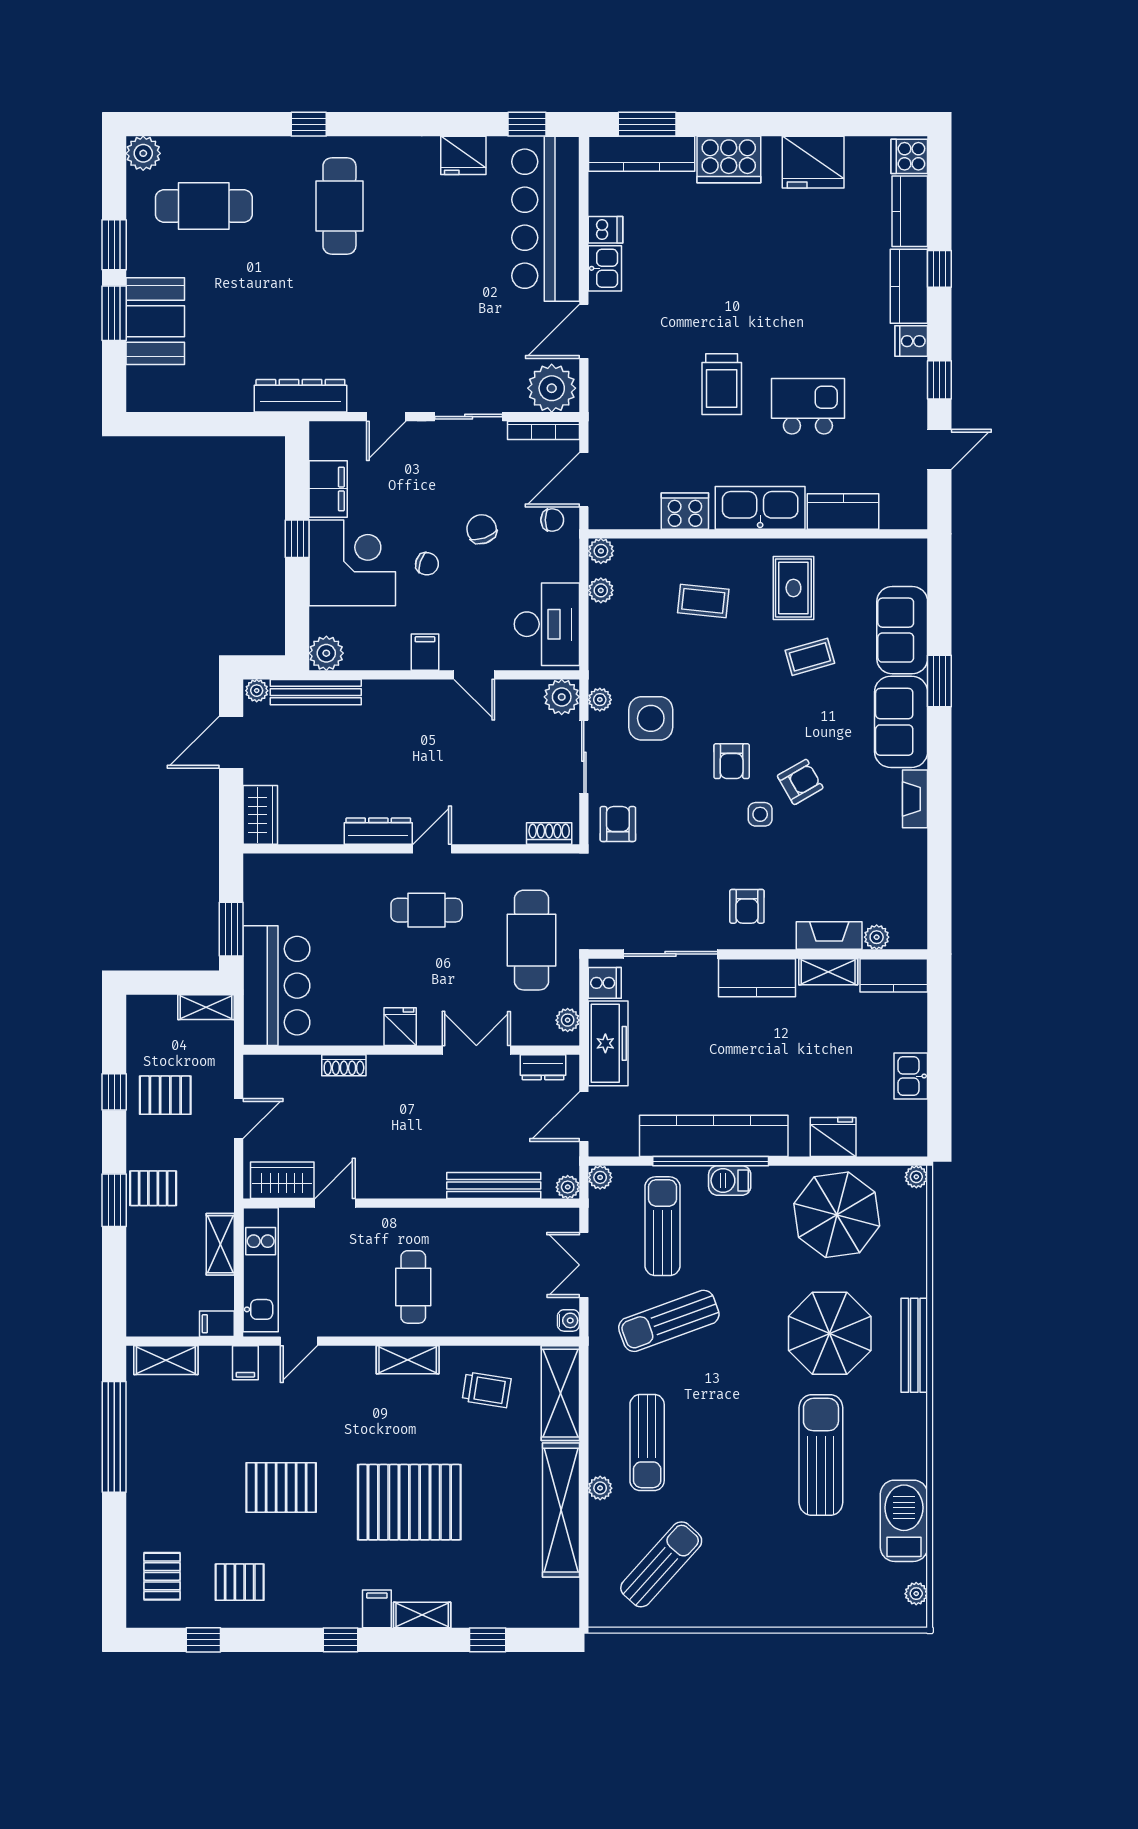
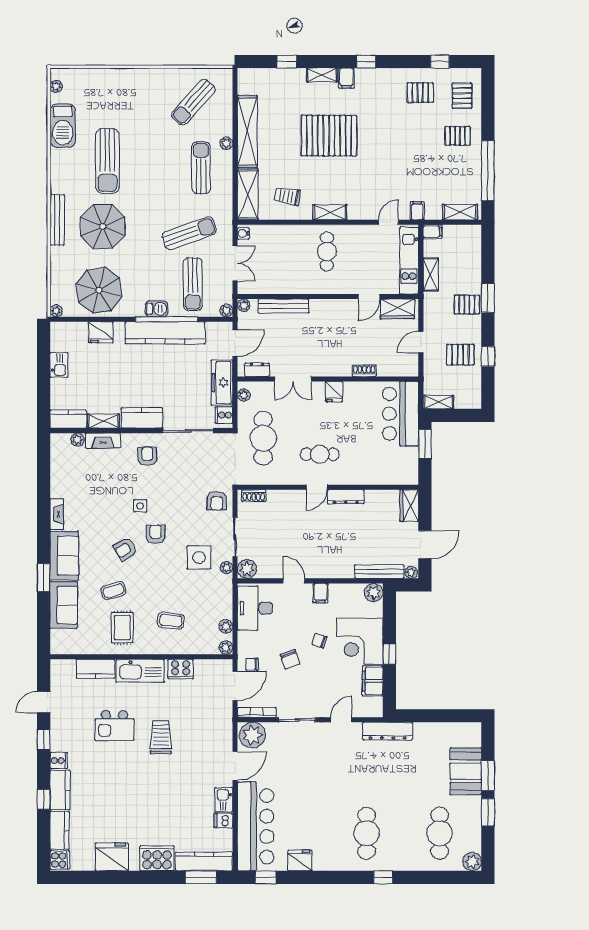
cafe table: (204, 206) -> (440, 833), turned 90
armchair: (800, 782) -> (125, 549), moved
pallet: (281, 1487) -> (458, 136), moved, width x0.67, depth x0.71

